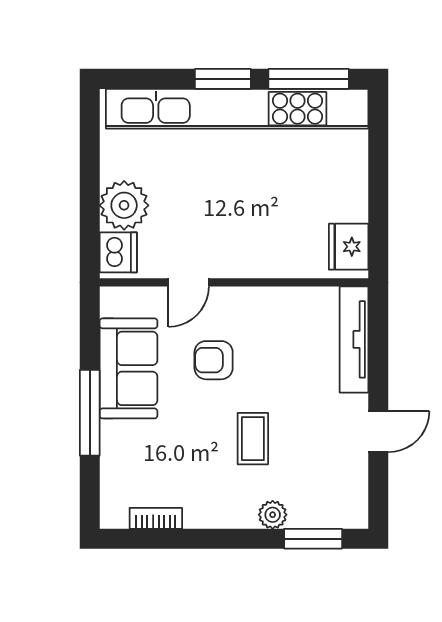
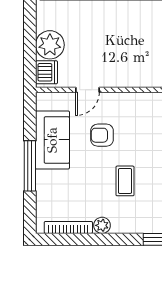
plant: (273, 515) -> (102, 225), moved
bookcase: (156, 518) -> (68, 227), width x1.56

